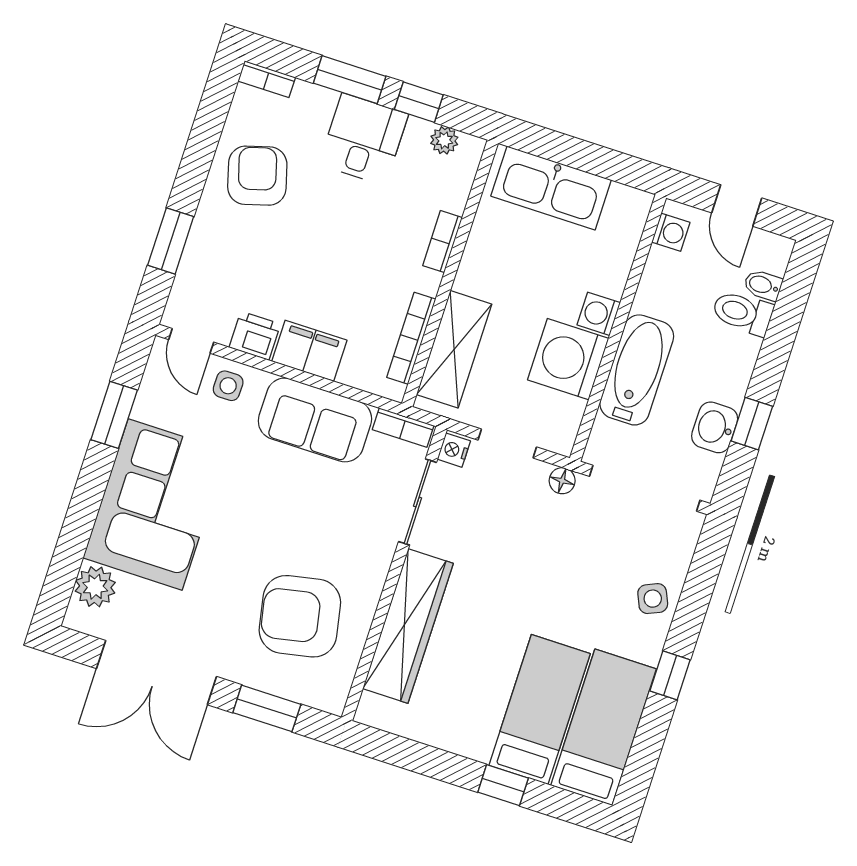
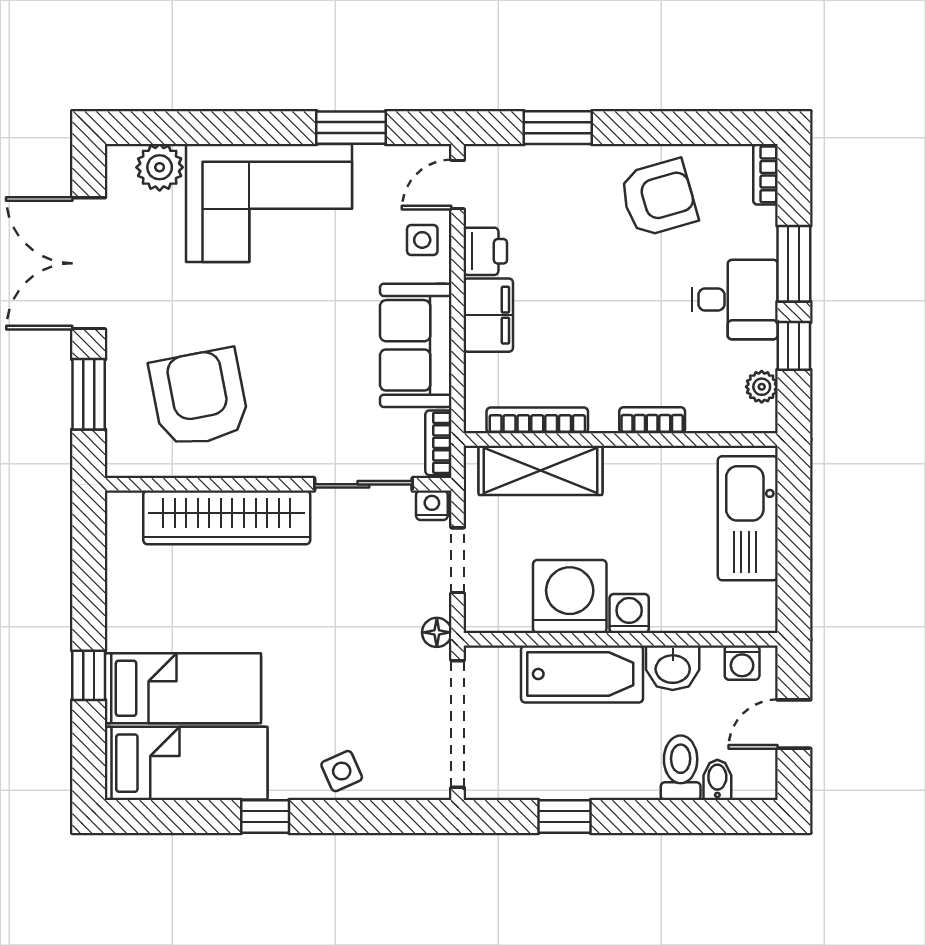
washbasin: (715, 427) -> (673, 668), moved, turned 180

